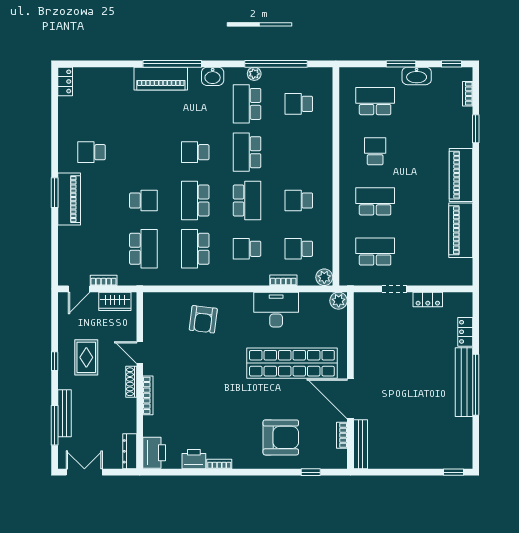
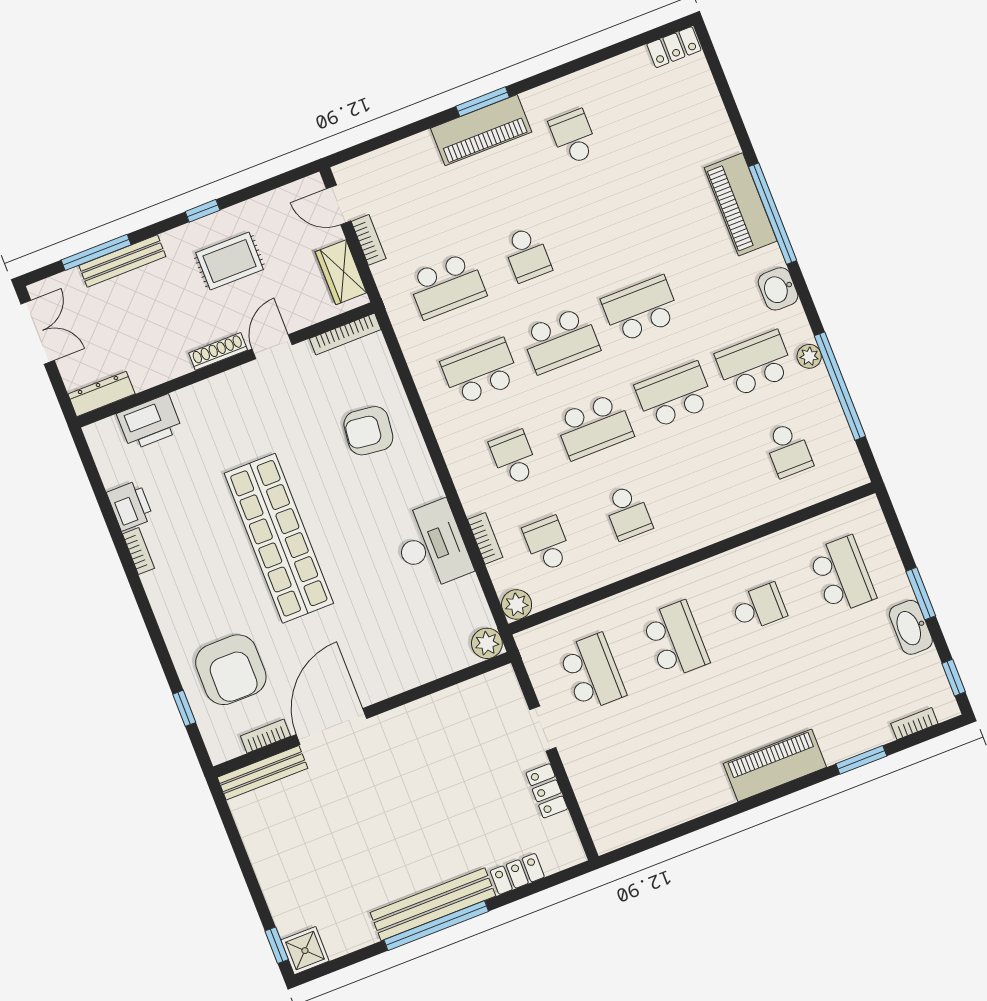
school desk: (299, 104) -> (788, 450), turned 180
school desk: (195, 152) -> (641, 309), width x1.85
school desk: (195, 200) -> (561, 340), turned 180
school desk: (299, 200) -> (628, 513), turned 180
piano: (461, 230) -> (683, 801), removed
shop shelf: (292, 363) -> (279, 538), moved
bookcase: (148, 395) -> (345, 334), moved
armchair: (281, 437) -> (231, 670), moved
printer: (154, 453) -> (150, 422), moved
shower: (462, 458) -> (305, 951), added

